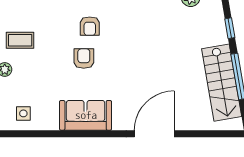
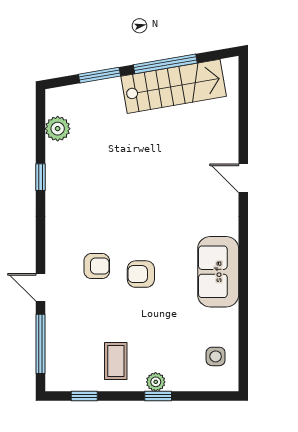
window: (230, 28) -> (100, 75), width x1.50
door: (154, 134) -> (243, 178), width x0.53

